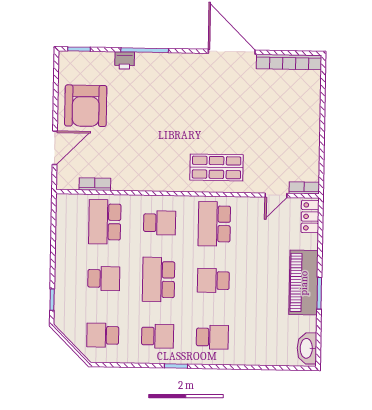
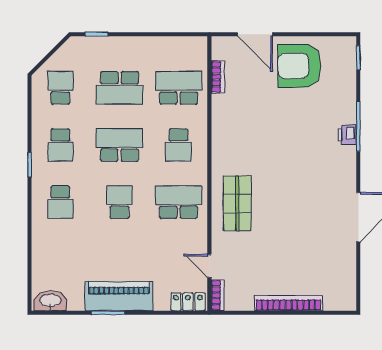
printer: (125, 60) -> (347, 135), moved
bookcase: (289, 62) -> (289, 303), moved, turned 90
school desk: (104, 279) -> (119, 88), width x1.85

